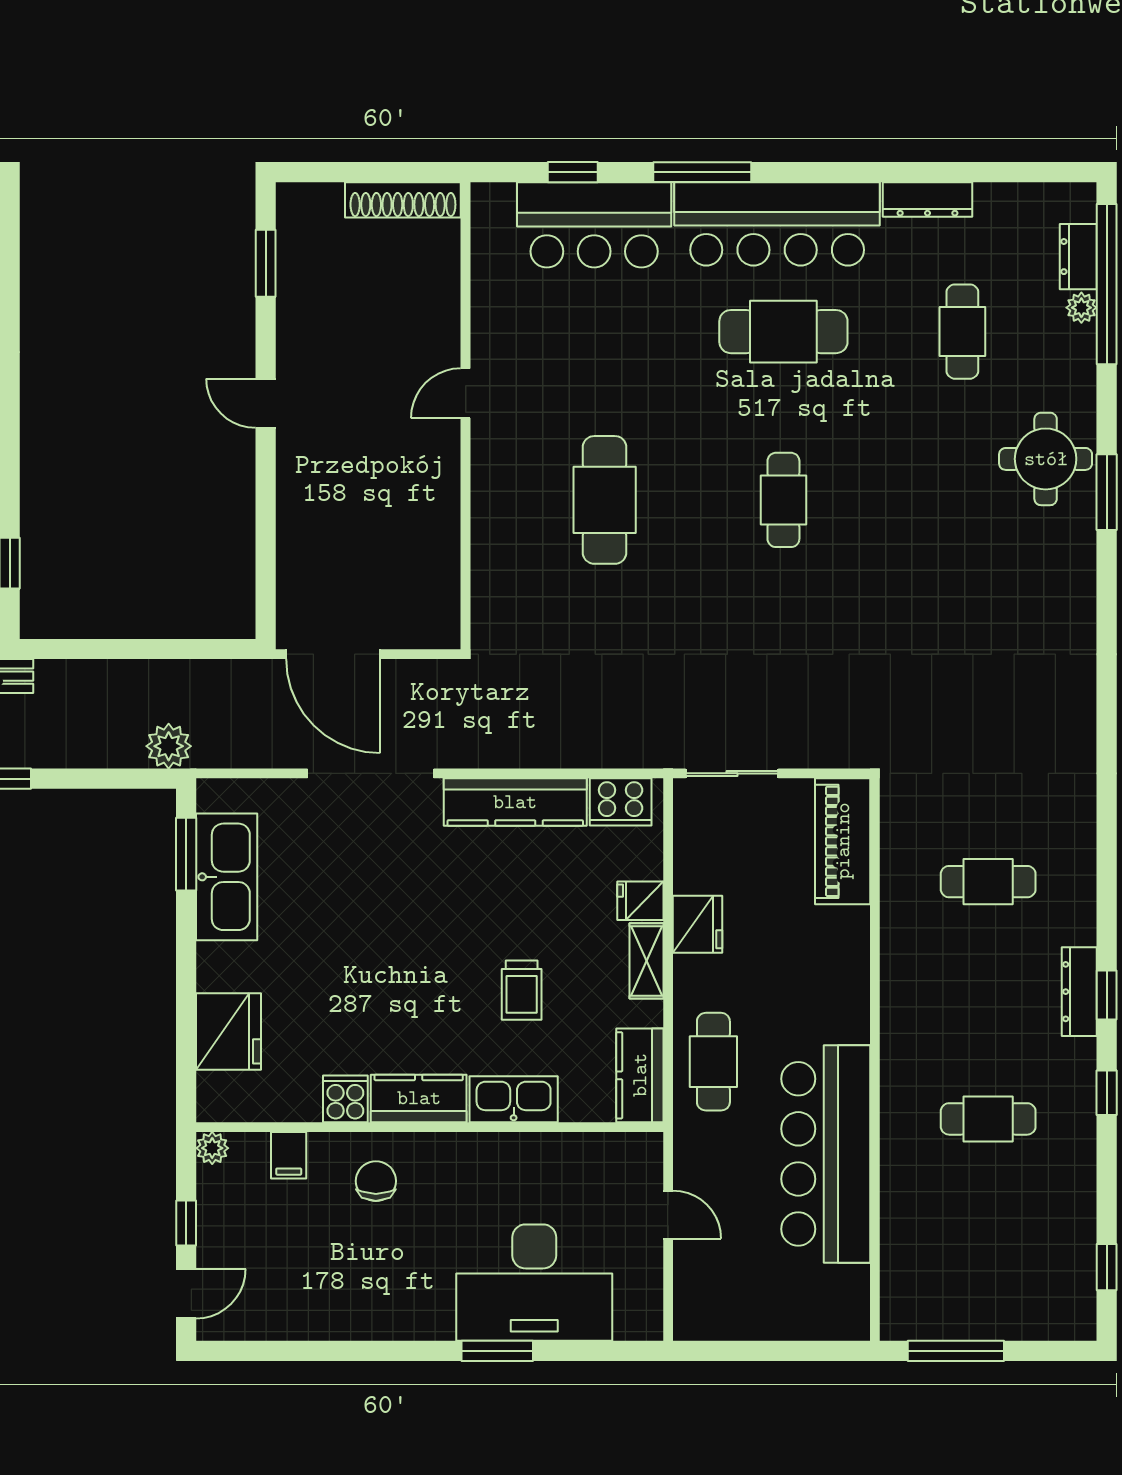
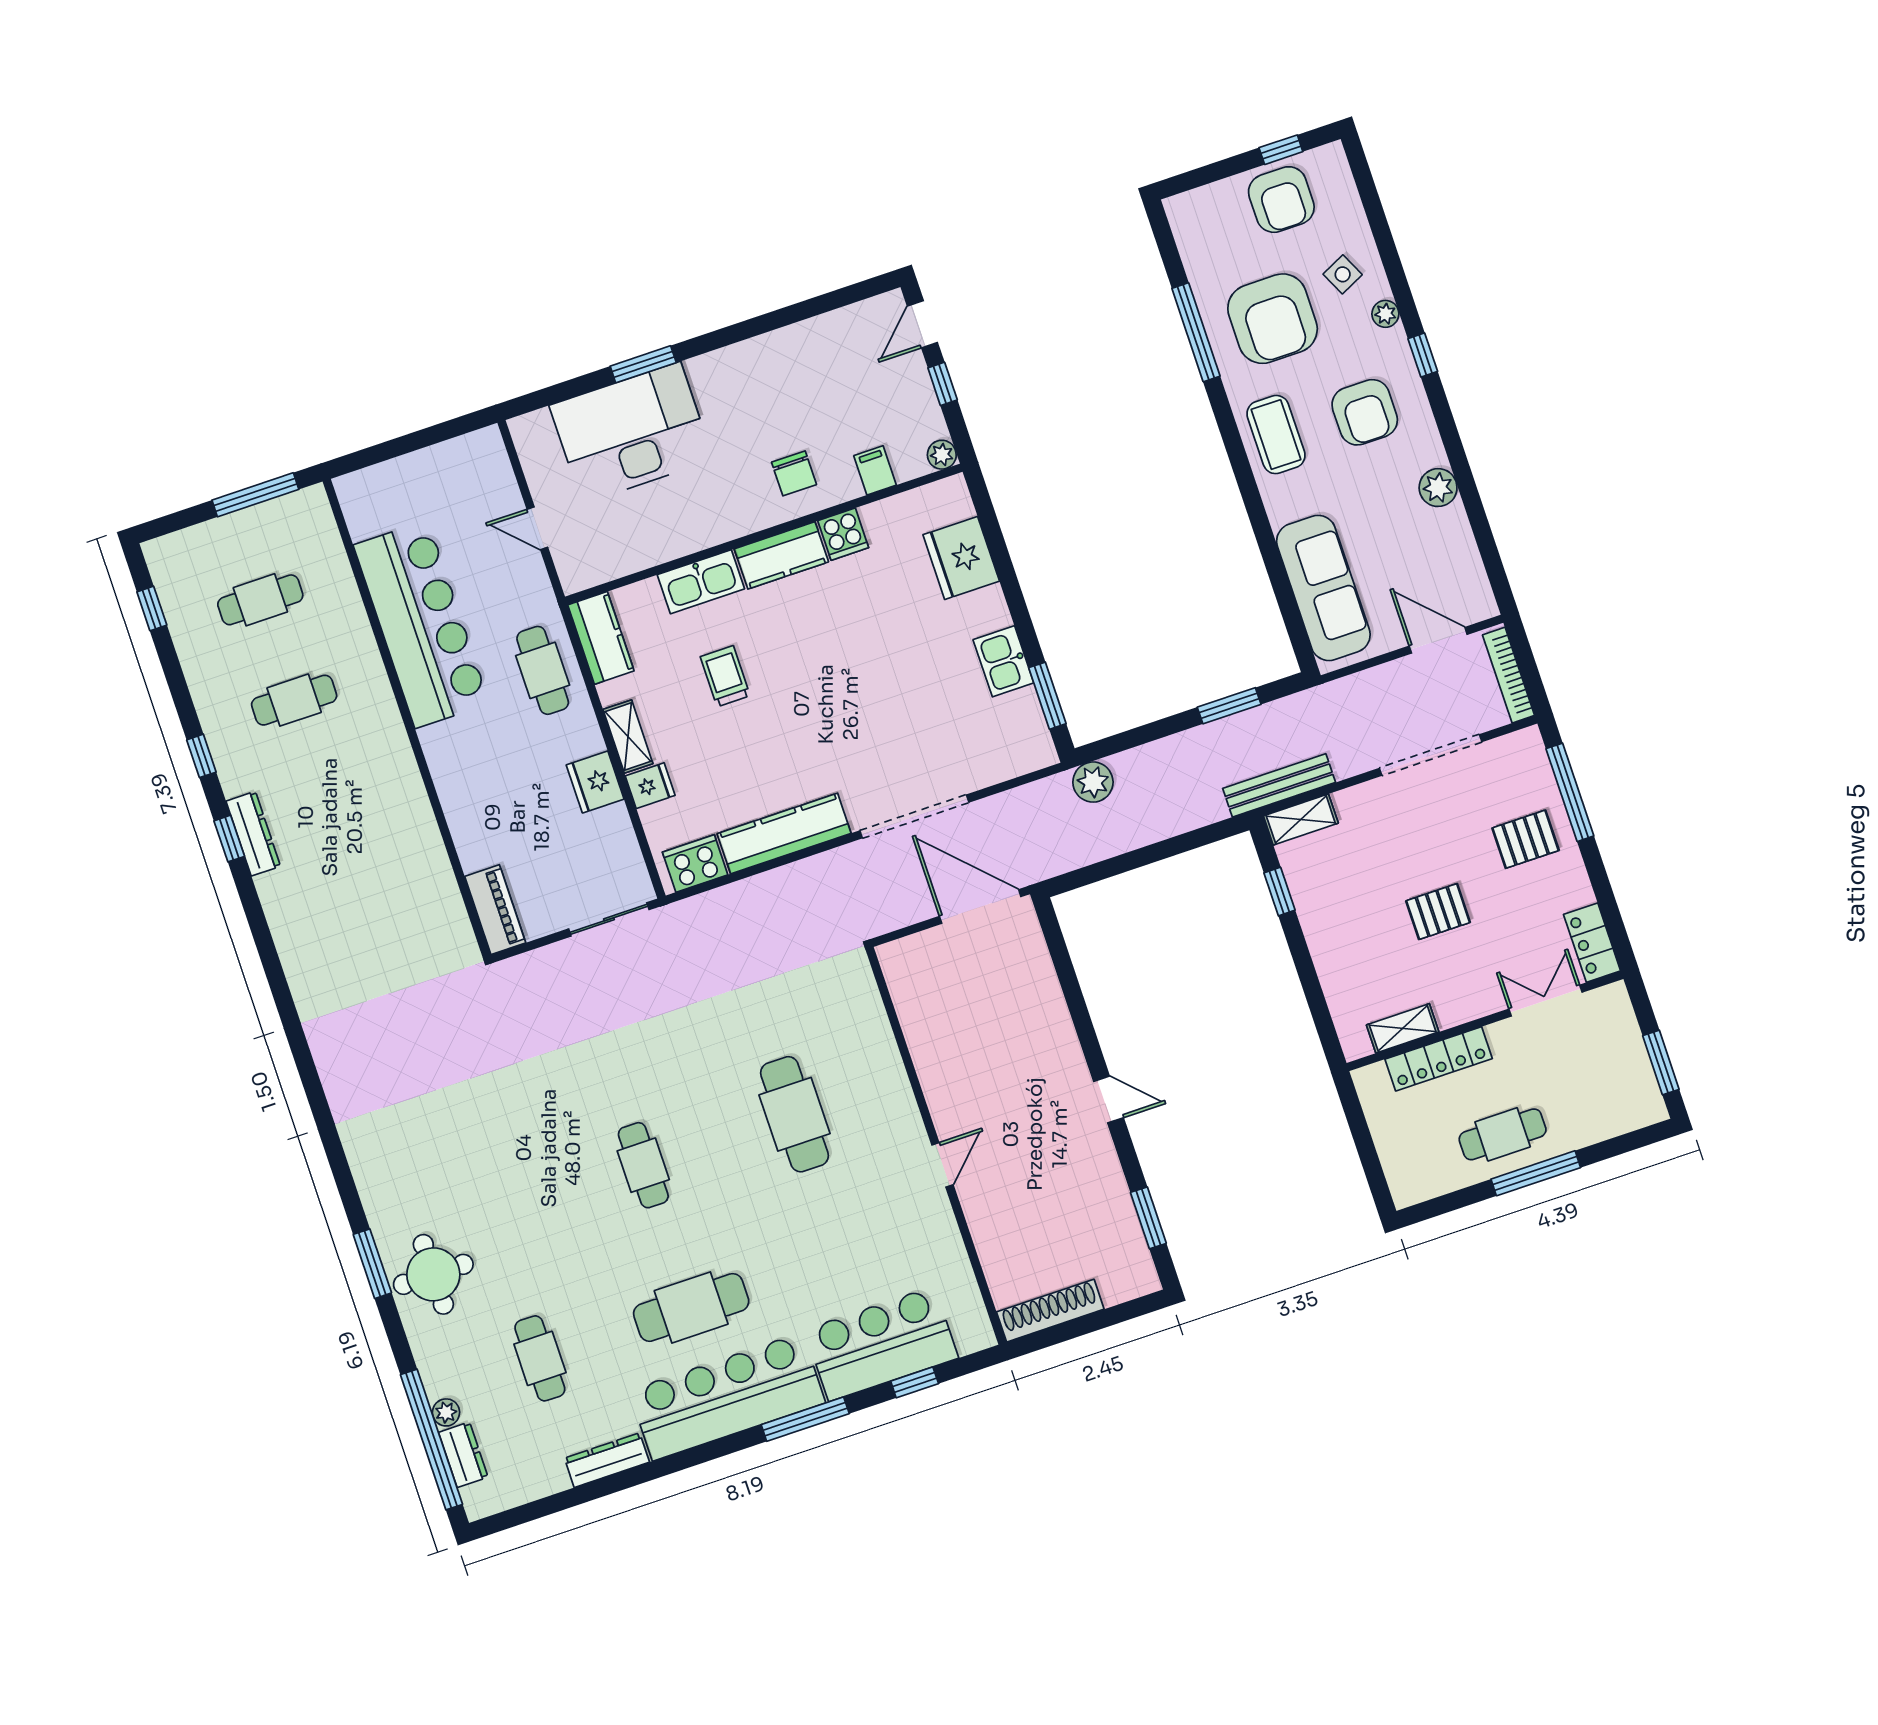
piano: (843, 841) -> (495, 910), width x0.73, depth x0.75
kitchen sink: (227, 877) -> (1003, 661), width x0.53, depth x0.81
cafe table: (988, 882) -> (260, 600), moved

